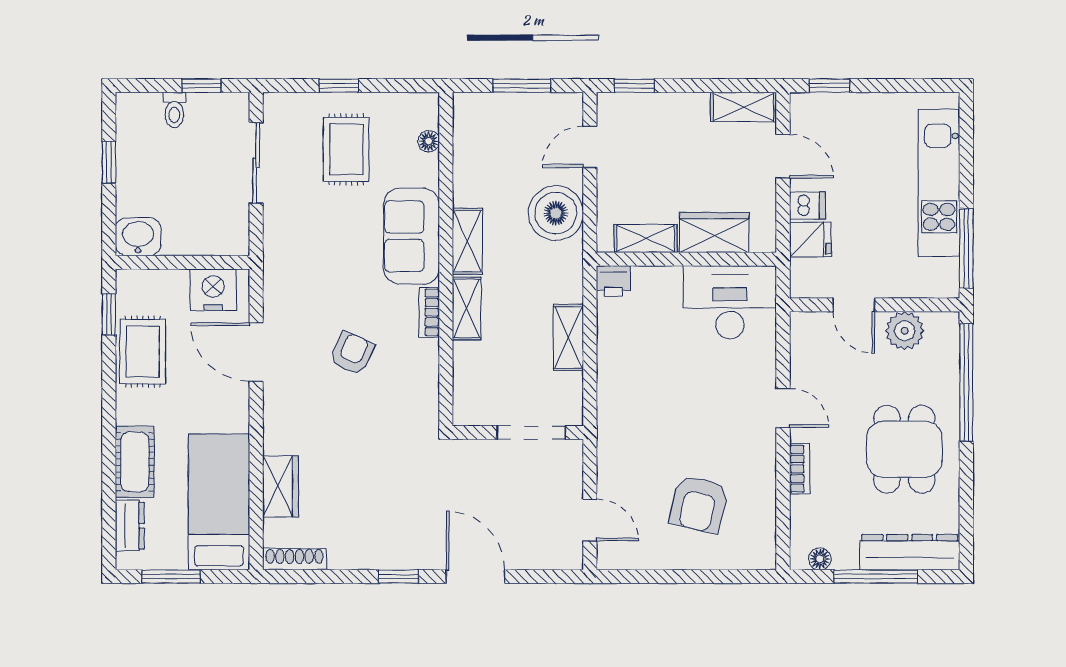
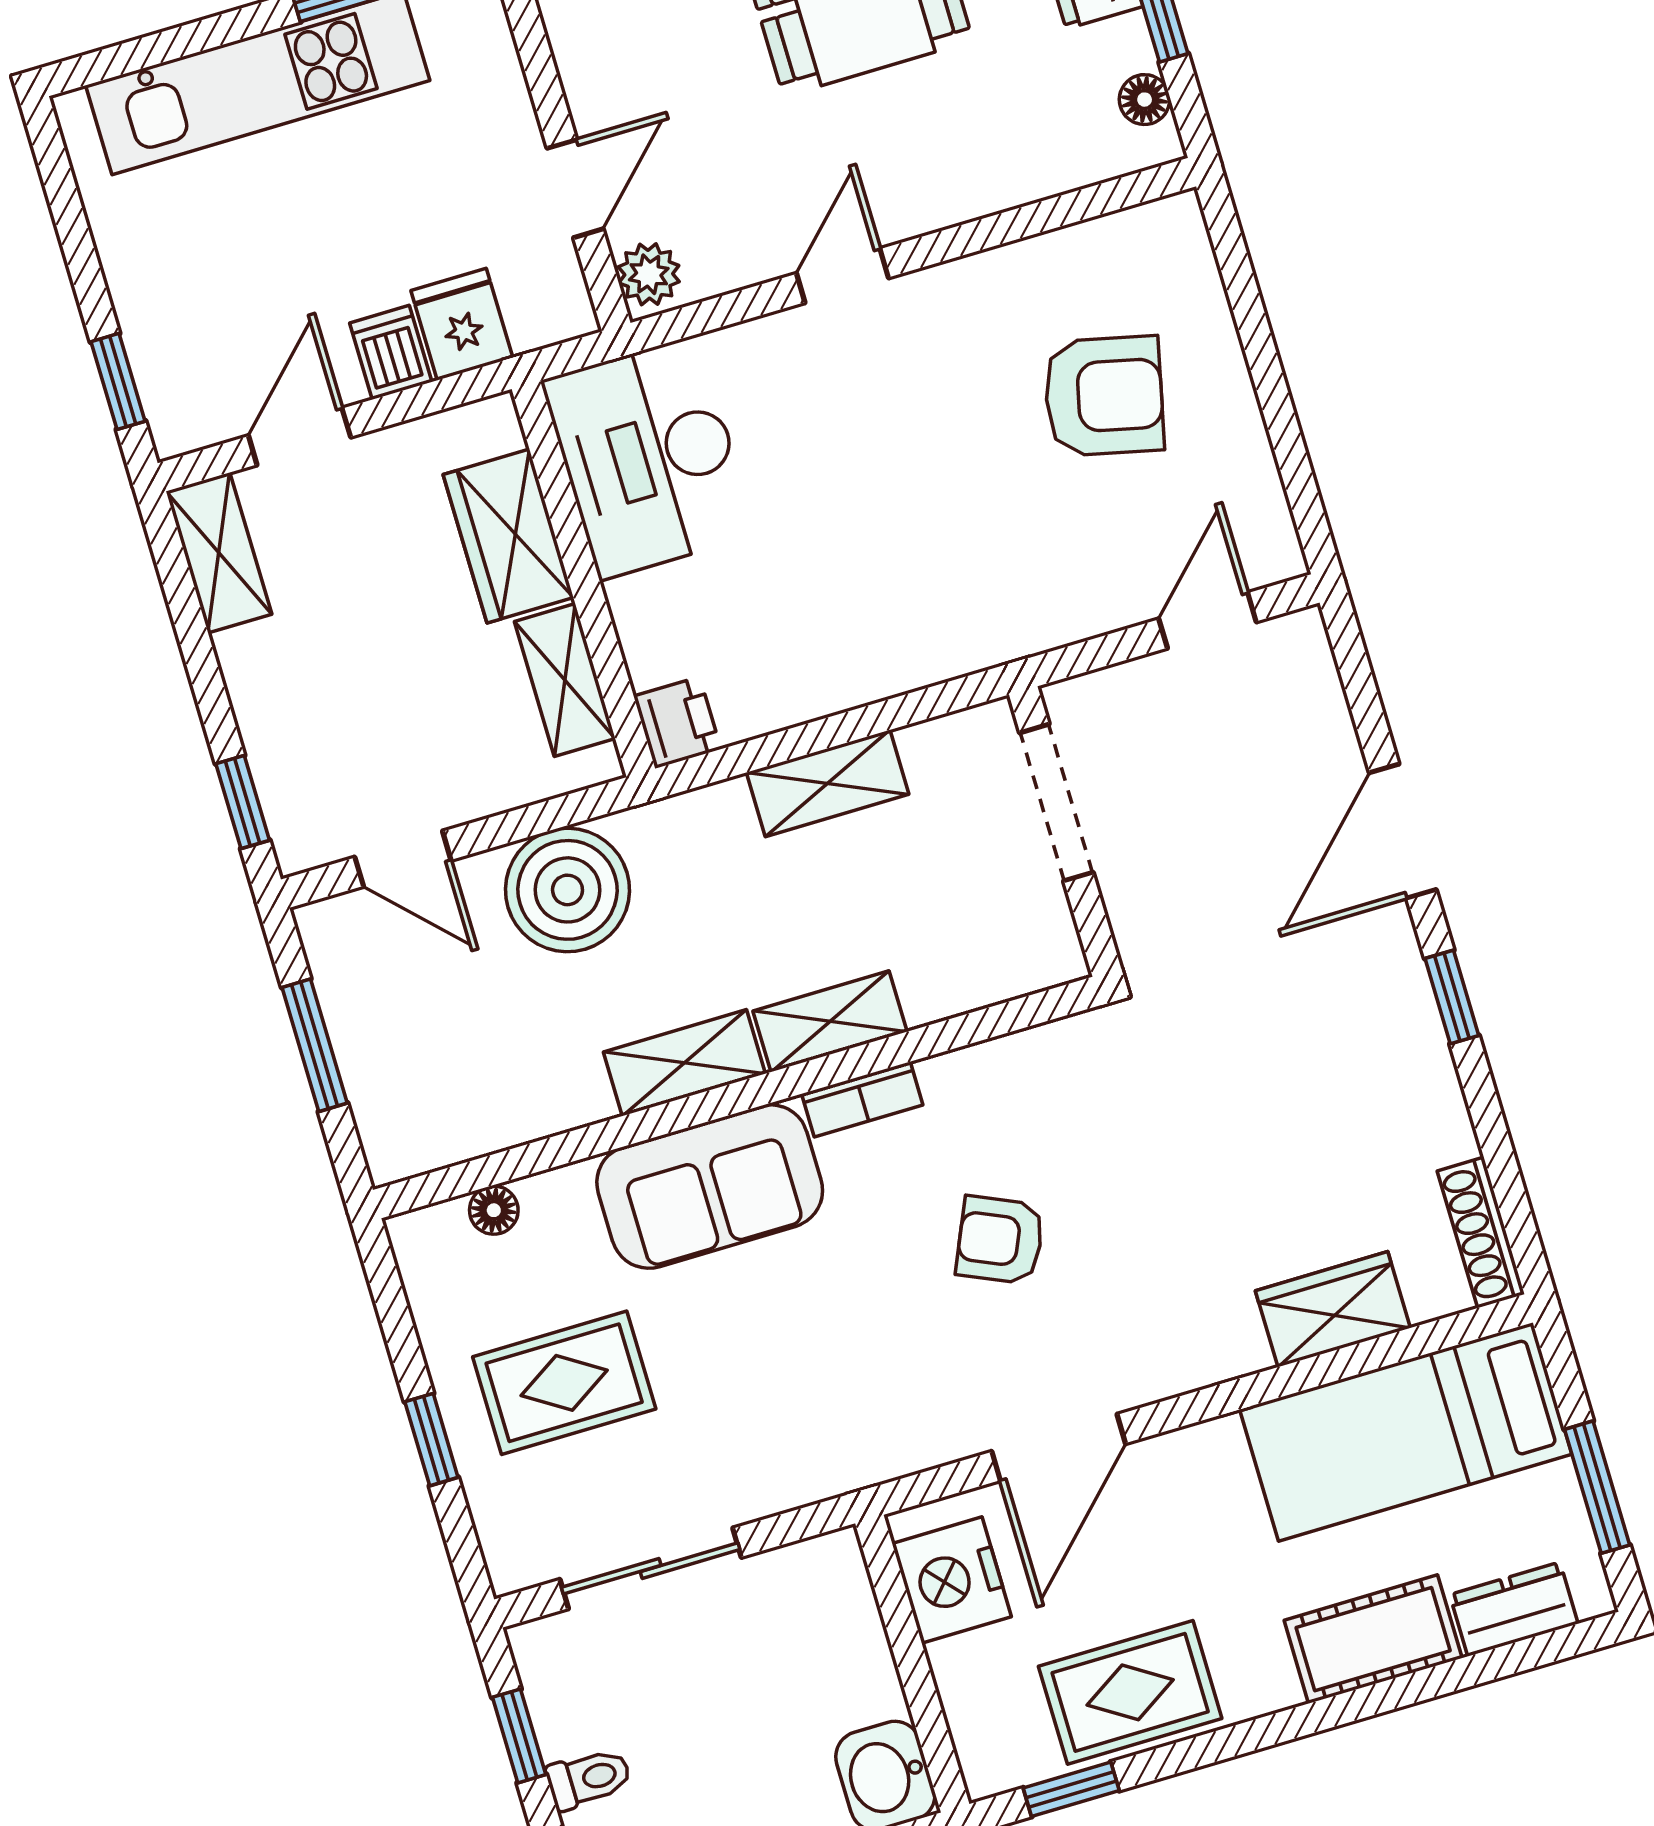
plant: (905, 331) -> (649, 274), moved, width x0.73, depth x0.73
bookcase: (800, 469) -> (963, 201), removed

